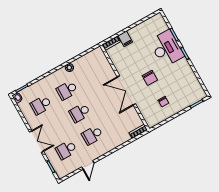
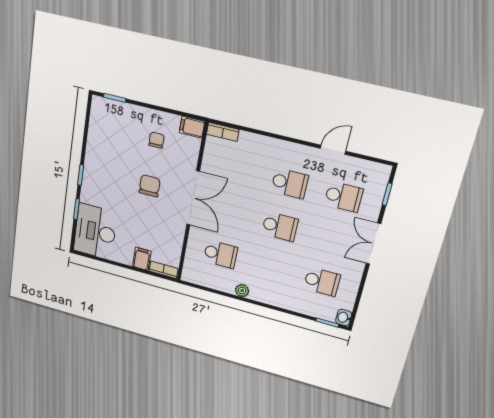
desk: (167, 48) -> (95, 232), moved
school desk: (67, 90) -> (220, 254), moved
filing cabinet: (153, 122) -> (192, 127), added

